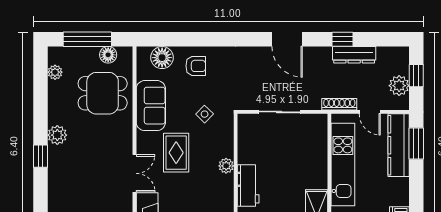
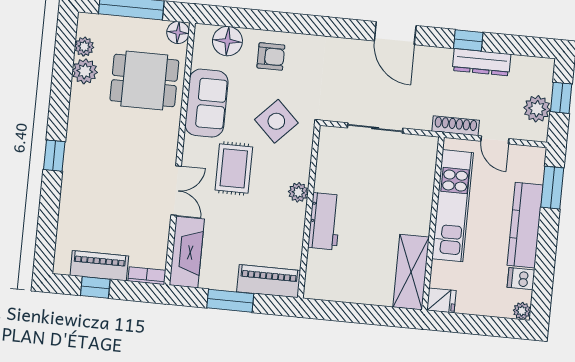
floor lamp: (108, 55) -> (178, 33), moved
side table: (205, 114) -> (276, 121), width x1.87, depth x1.87
plant: (57, 135) -> (85, 71), moved
kitchen counter: (399, 145) -> (525, 225), moved

